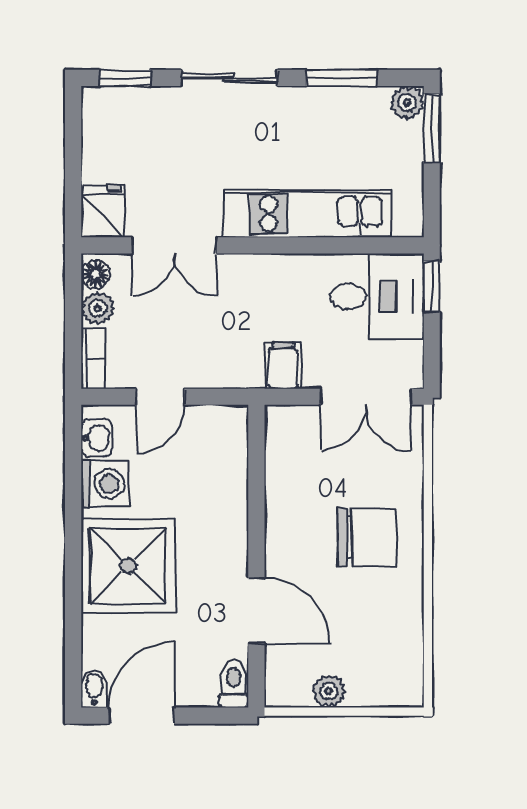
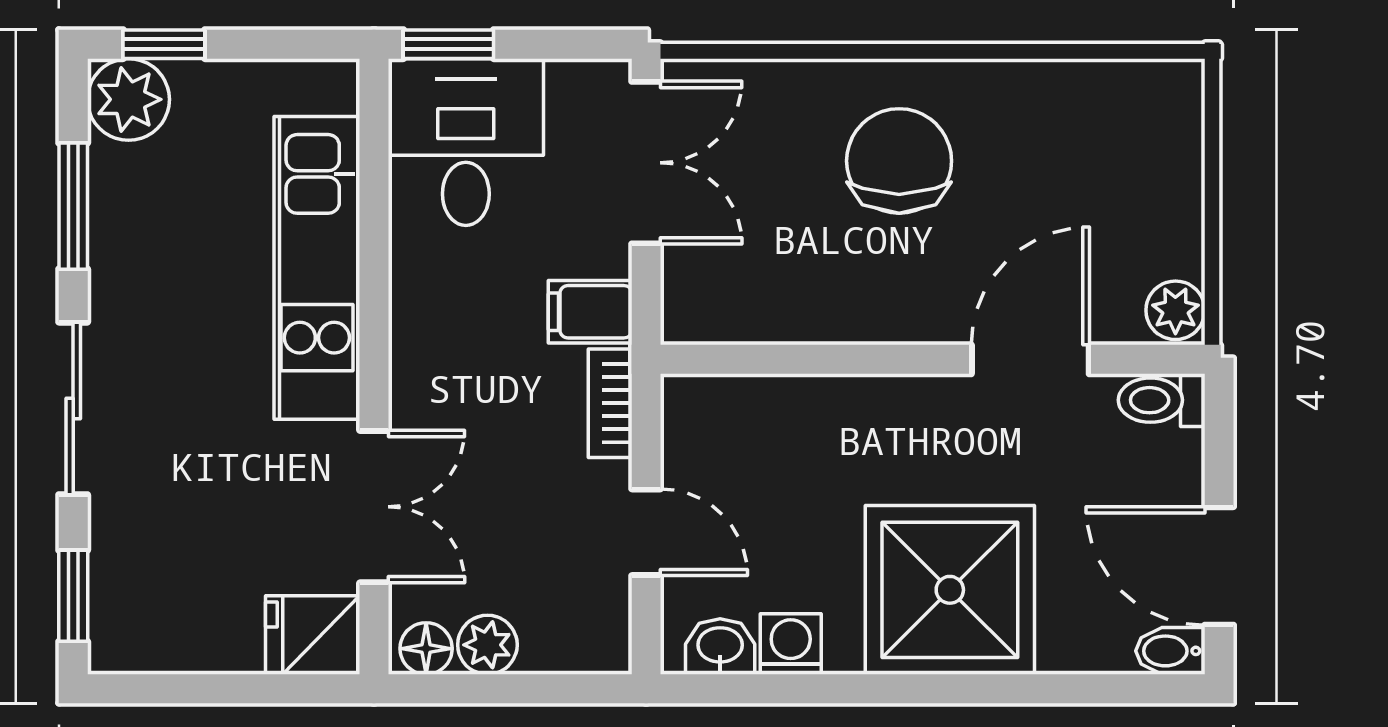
plant: (407, 103) -> (128, 99), width x1.38, depth x1.38
window: (432, 128) -> (164, 44), width x0.67
bookcase: (93, 358) -> (610, 403), moved, turned -90
washing machine: (104, 484) -> (791, 644), width x0.73, depth x0.73
plant: (329, 691) -> (1175, 310), moved

